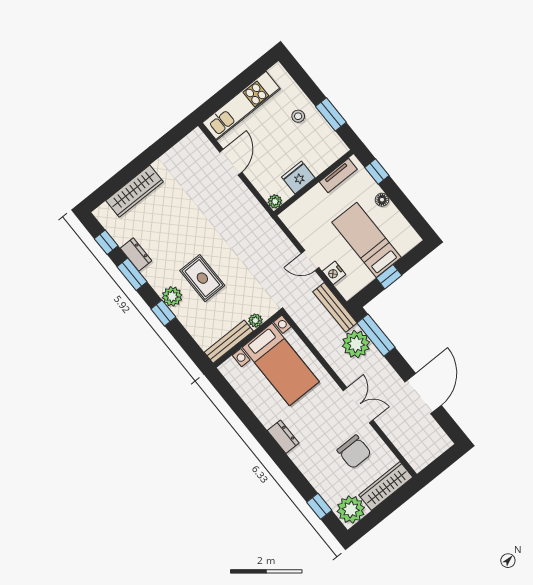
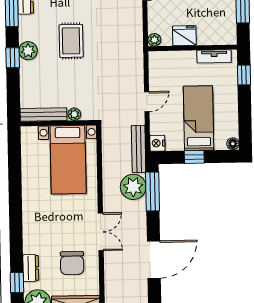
floor lamp: (382, 200) -> (233, 144), moved
door: (310, 261) -> (147, 102), swing flipped
nightstand: (334, 273) -> (157, 143), moved
rug: (202, 278) -> (71, 41), moved
dresser: (283, 437) -> (31, 268), moved

